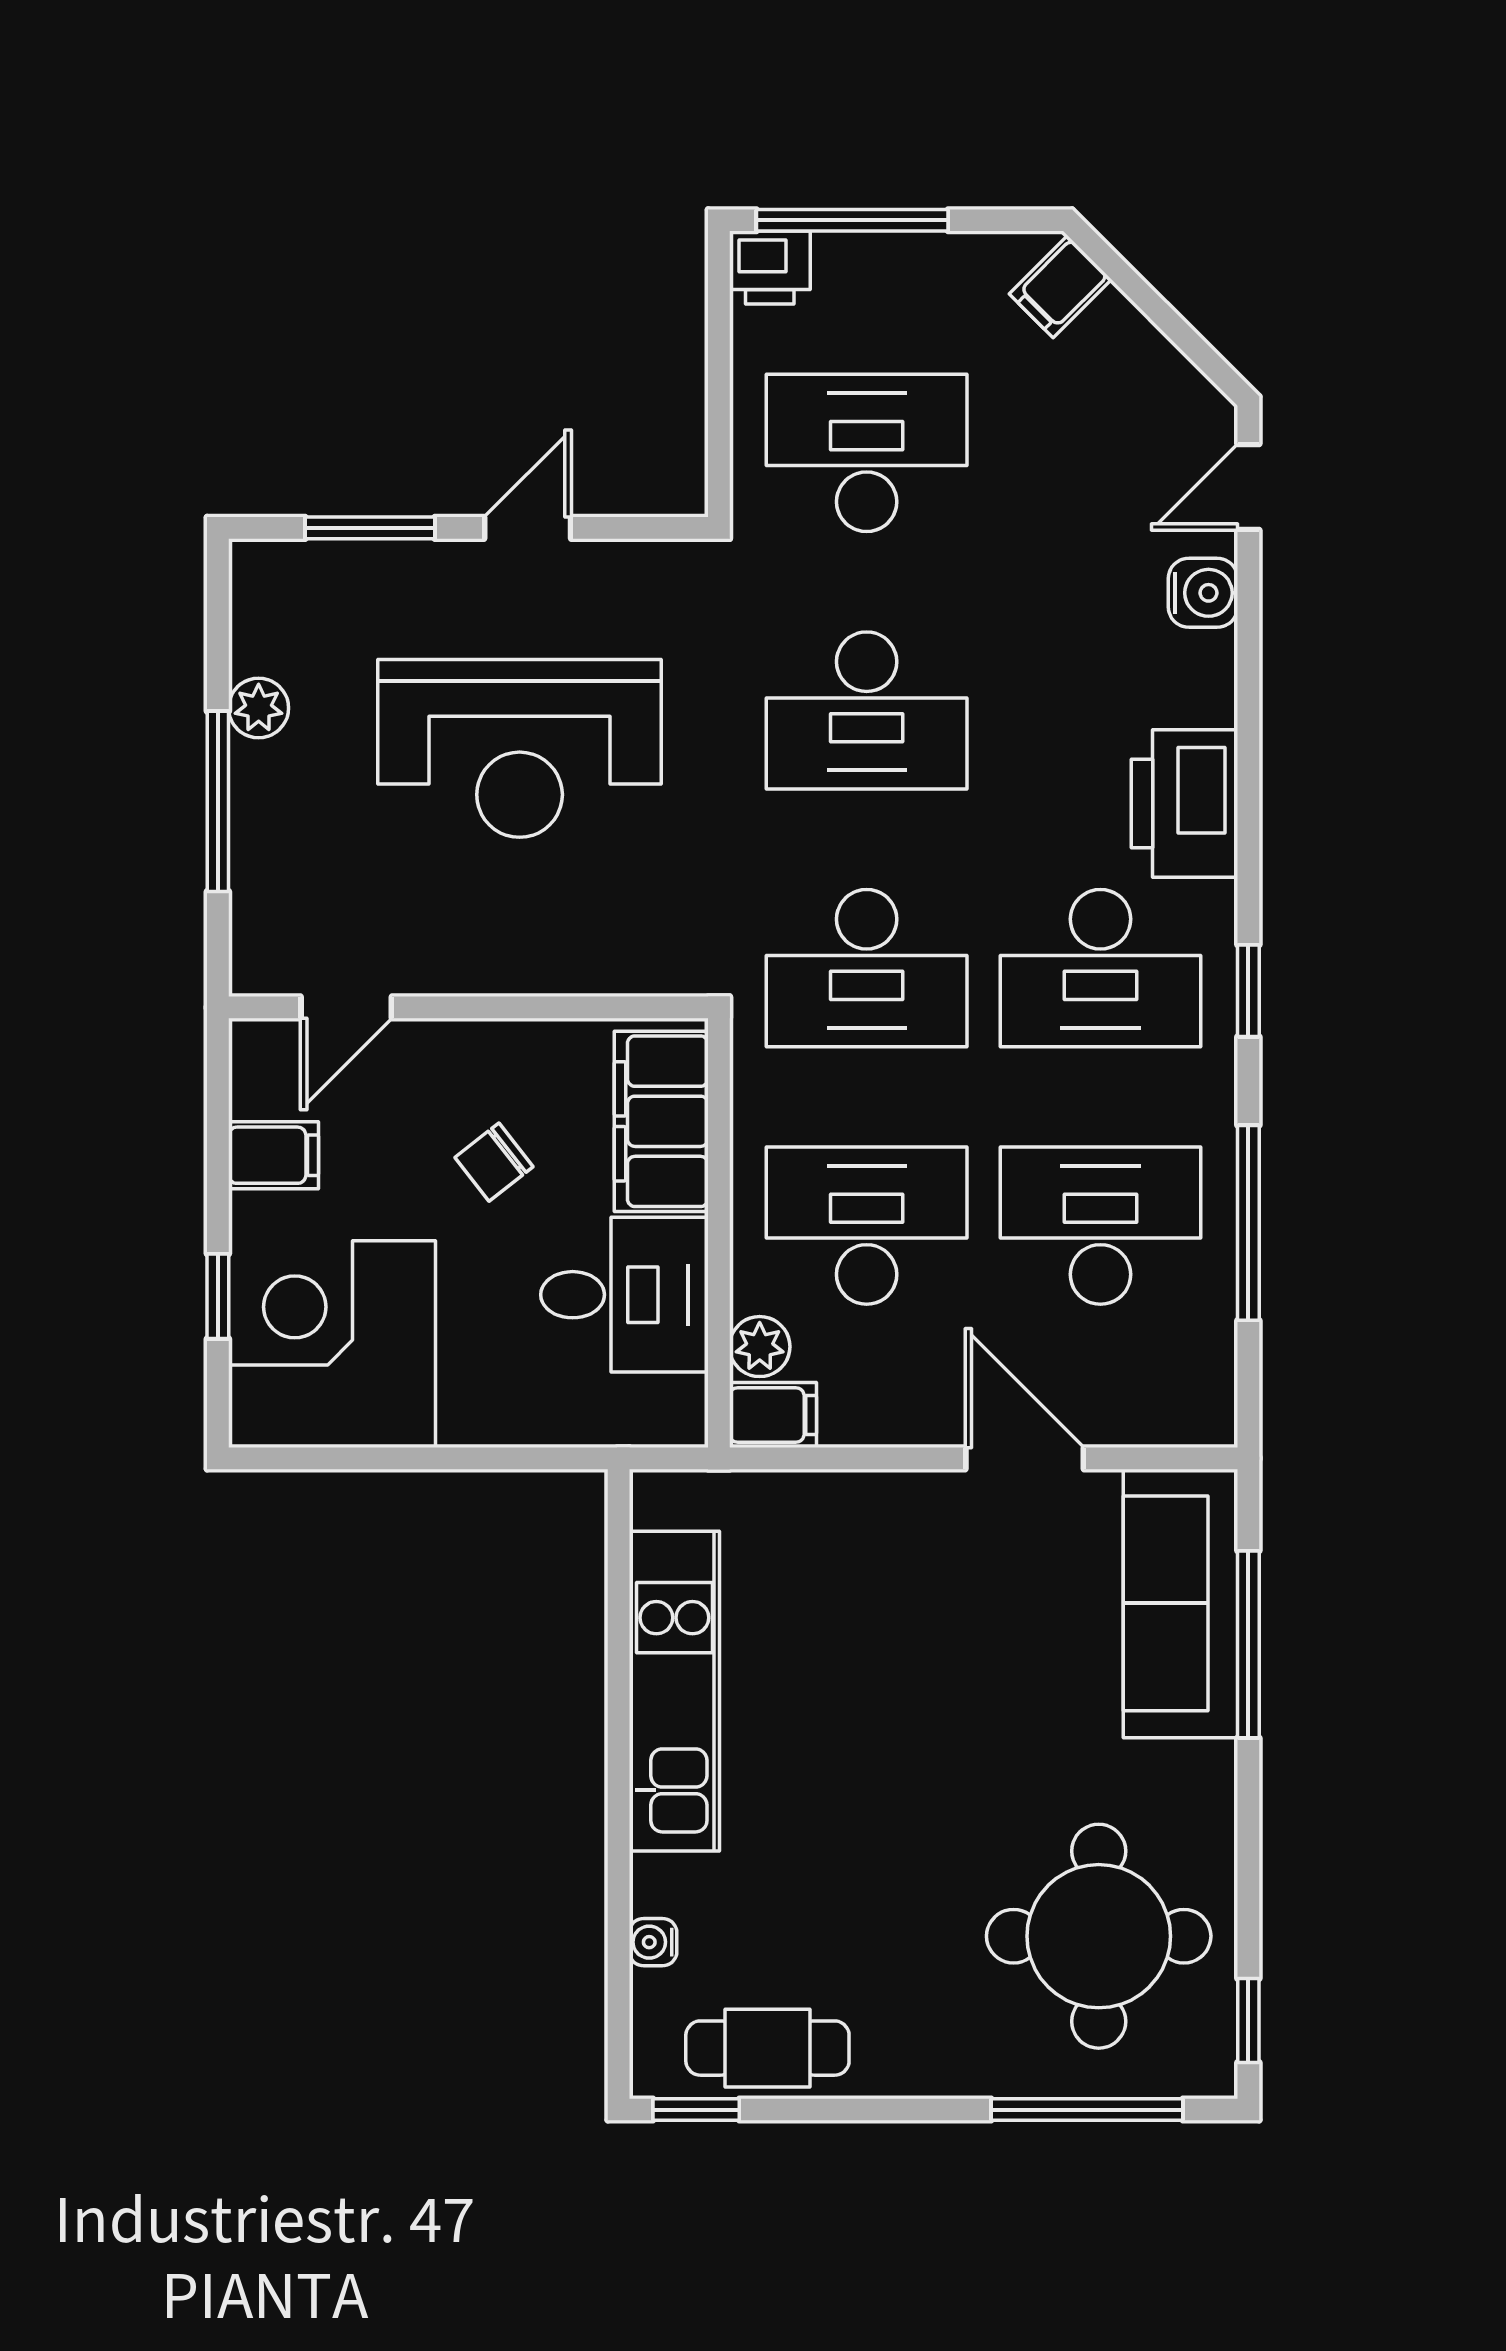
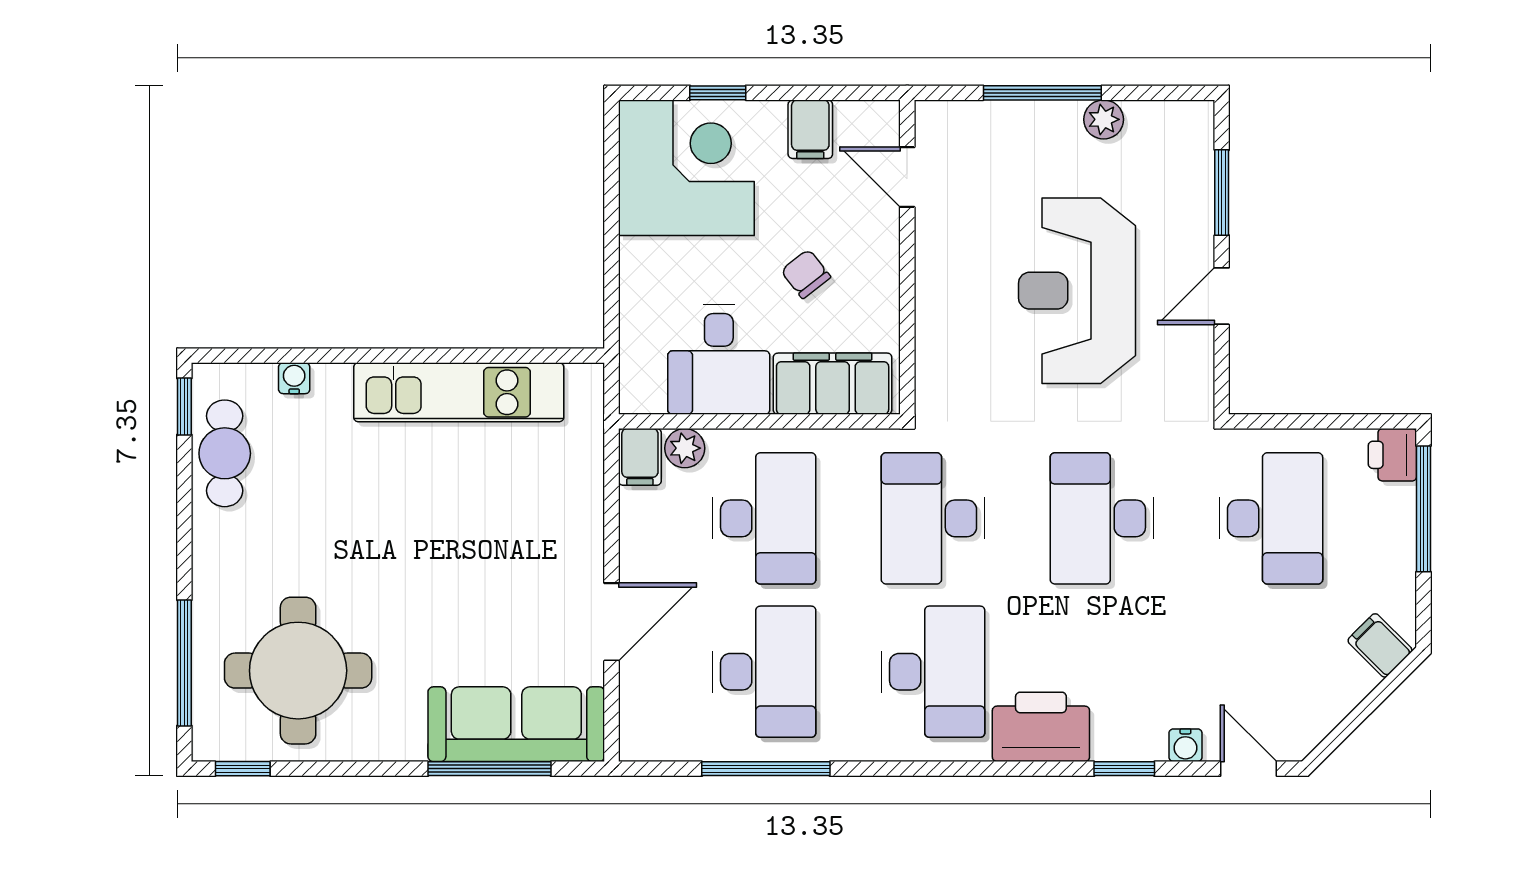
door: (528, 528) -> (1222, 296), swing flipped
water cooler: (1203, 593) -> (1185, 745), width x0.72, depth x0.72
desk: (1100, 968) -> (933, 672), turned 180
window: (1248, 991) -> (1124, 769), moved

